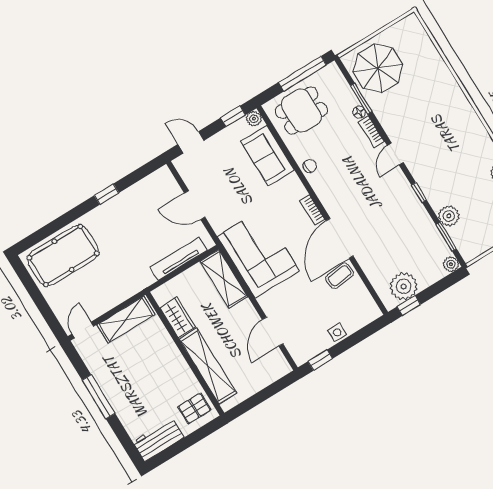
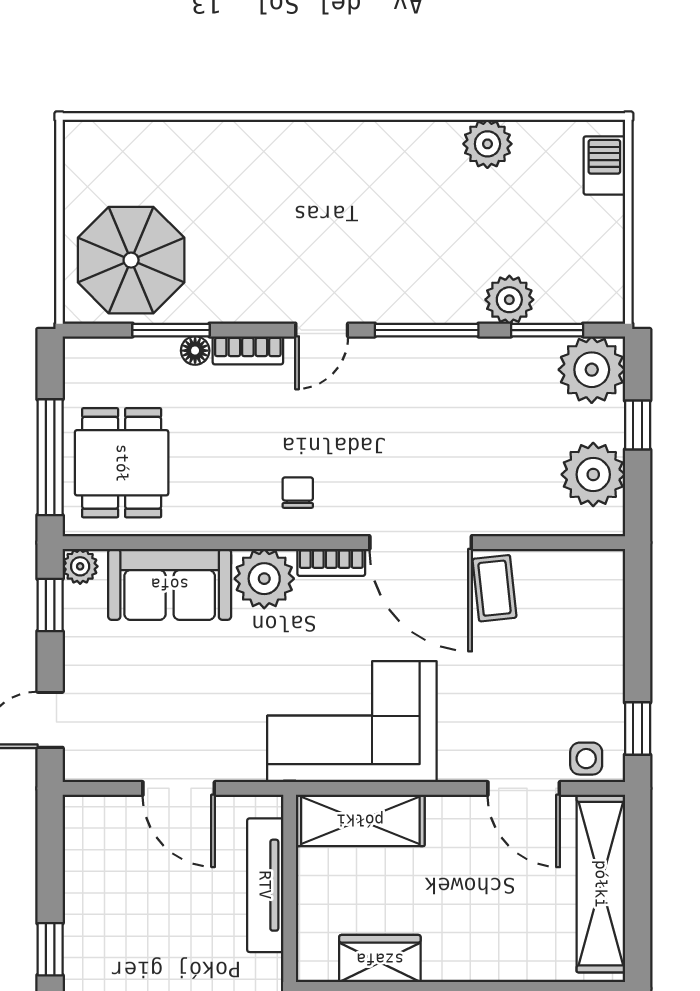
window: (302, 74) -> (50, 457), moved
door: (395, 154) -> (322, 330), hinge flipped
chair: (310, 166) -> (298, 493), moved
plant: (291, 189) -> (264, 579), added
window: (419, 193) -> (427, 330), width x2.17
door: (195, 205) -> (179, 788), hinge flipped
plant: (451, 264) -> (592, 370), width x1.88, depth x1.88
window: (409, 306) -> (638, 425), moved
side table: (337, 332) -> (586, 759), moved
shelving: (208, 366) -> (601, 884), moved, turned 90

